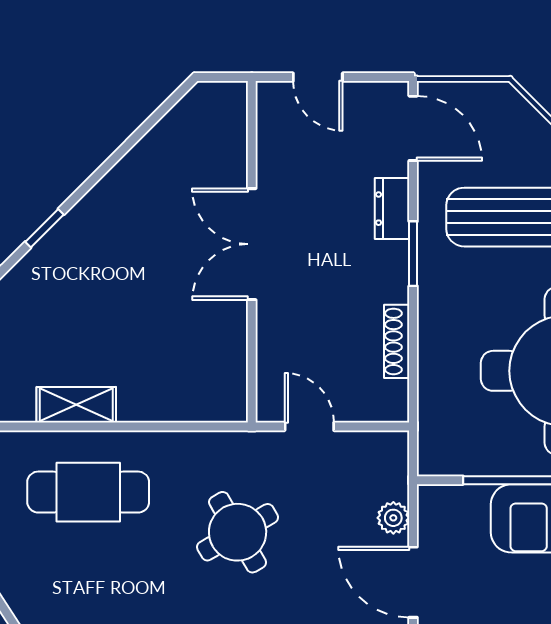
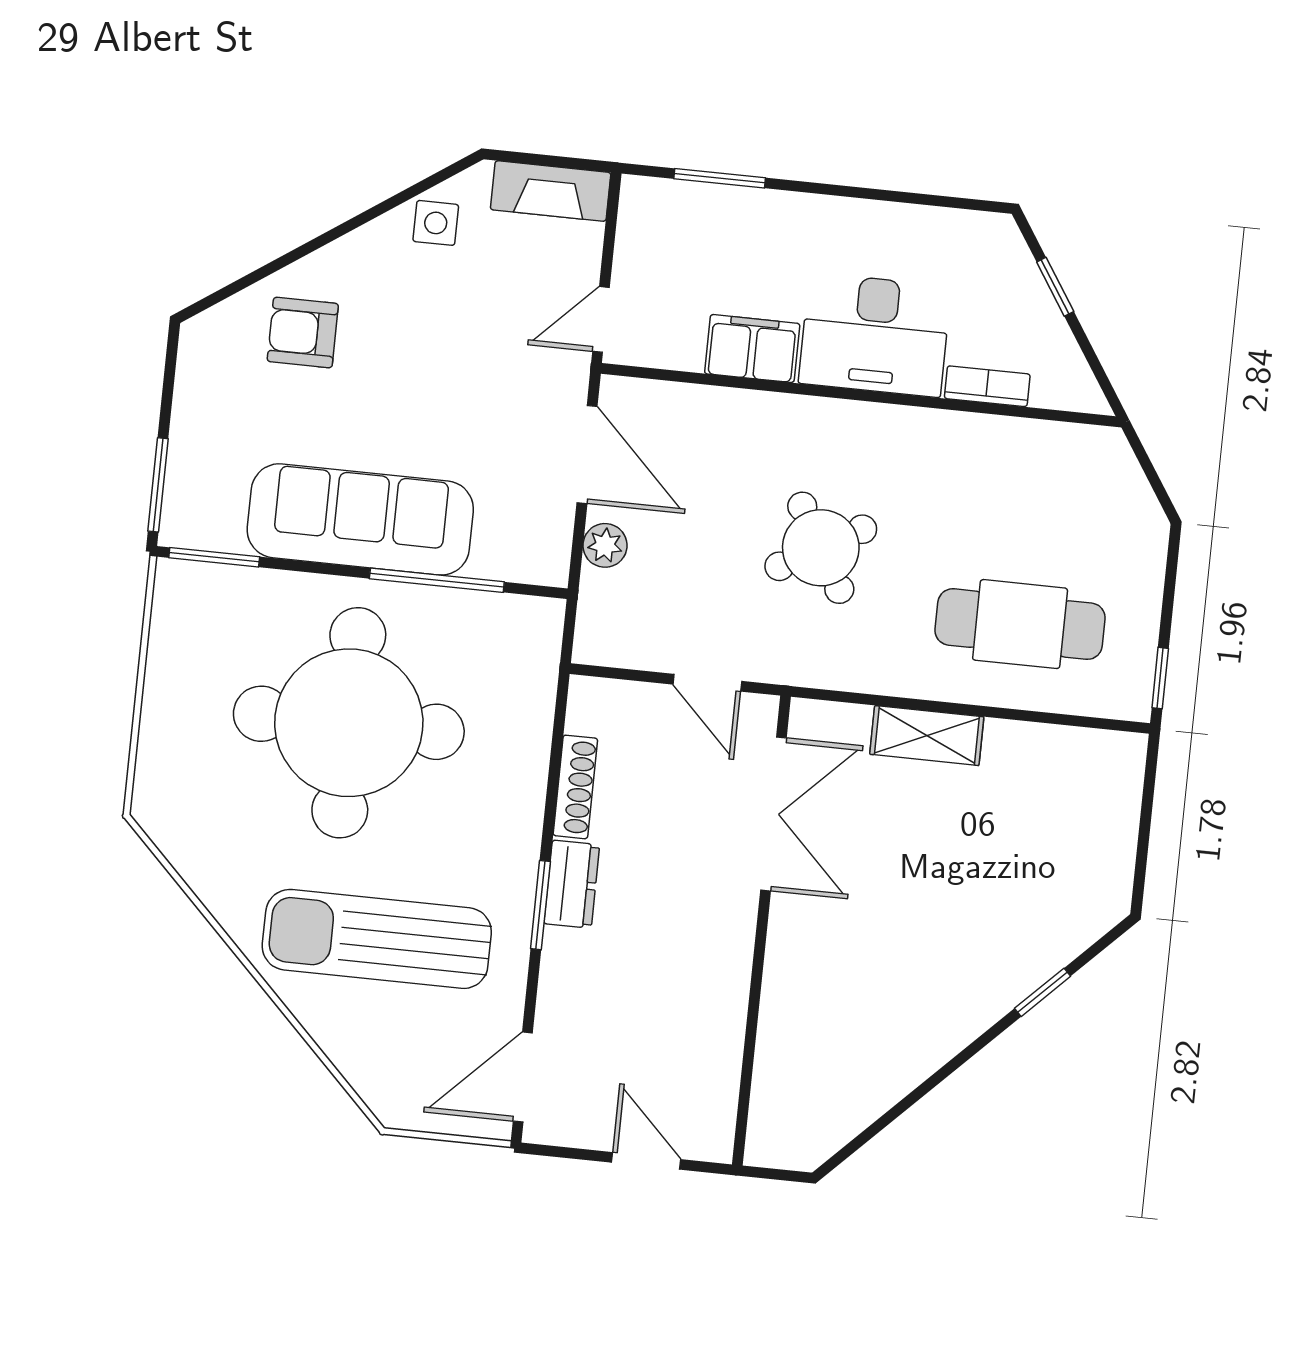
door: (413, 128) -> (523, 1077), hinge flipped
dresser: (392, 209) -> (572, 884), moved
double door: (252, 244) -> (773, 814), moved
shelving: (76, 405) -> (927, 736), moved

